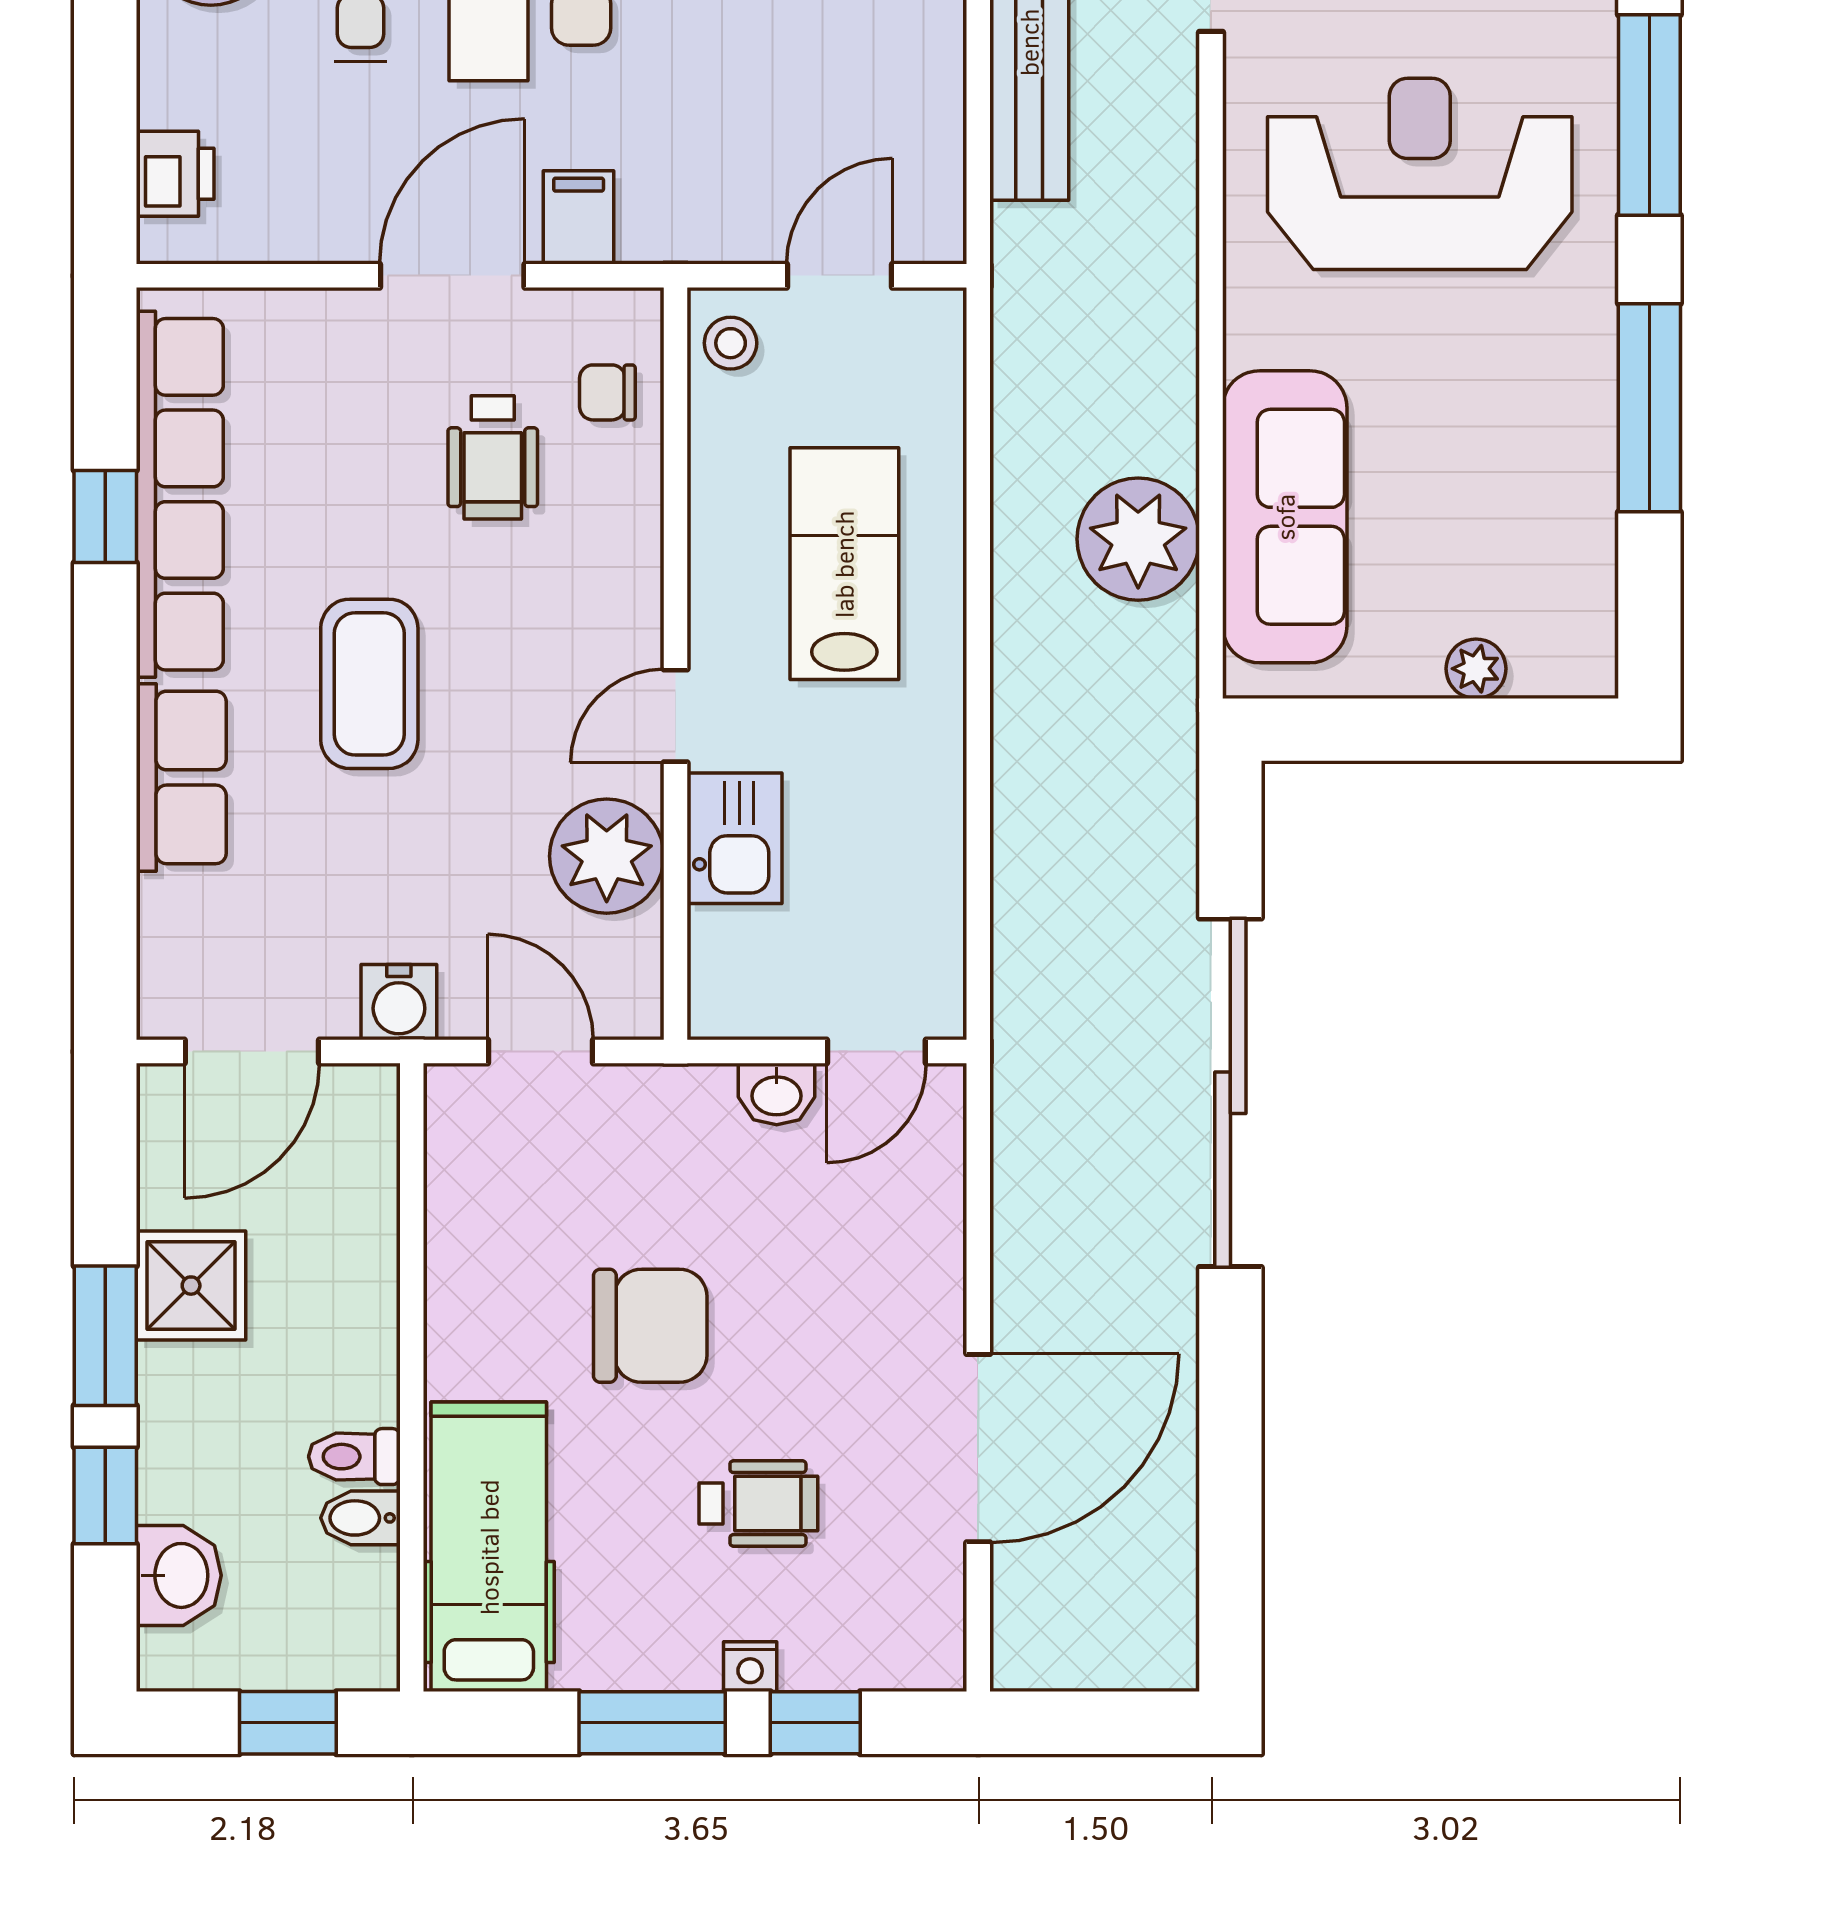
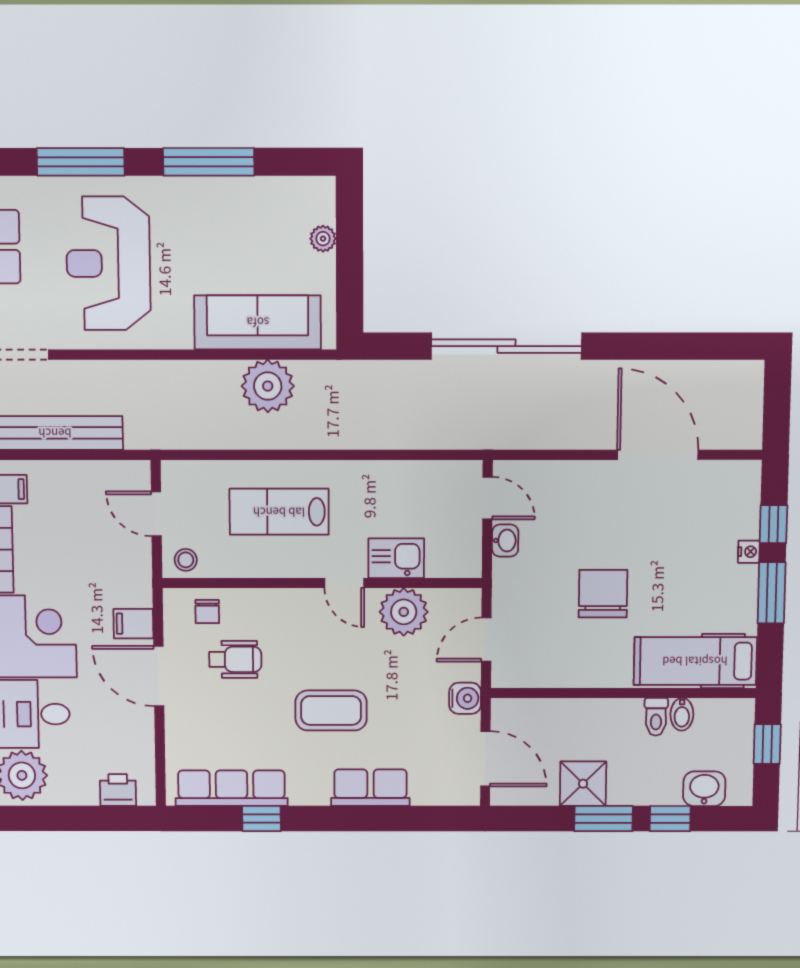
row of seats: (180, 494) -> (232, 788), width x0.73
wheelchair: (758, 1504) -> (679, 548), removed

